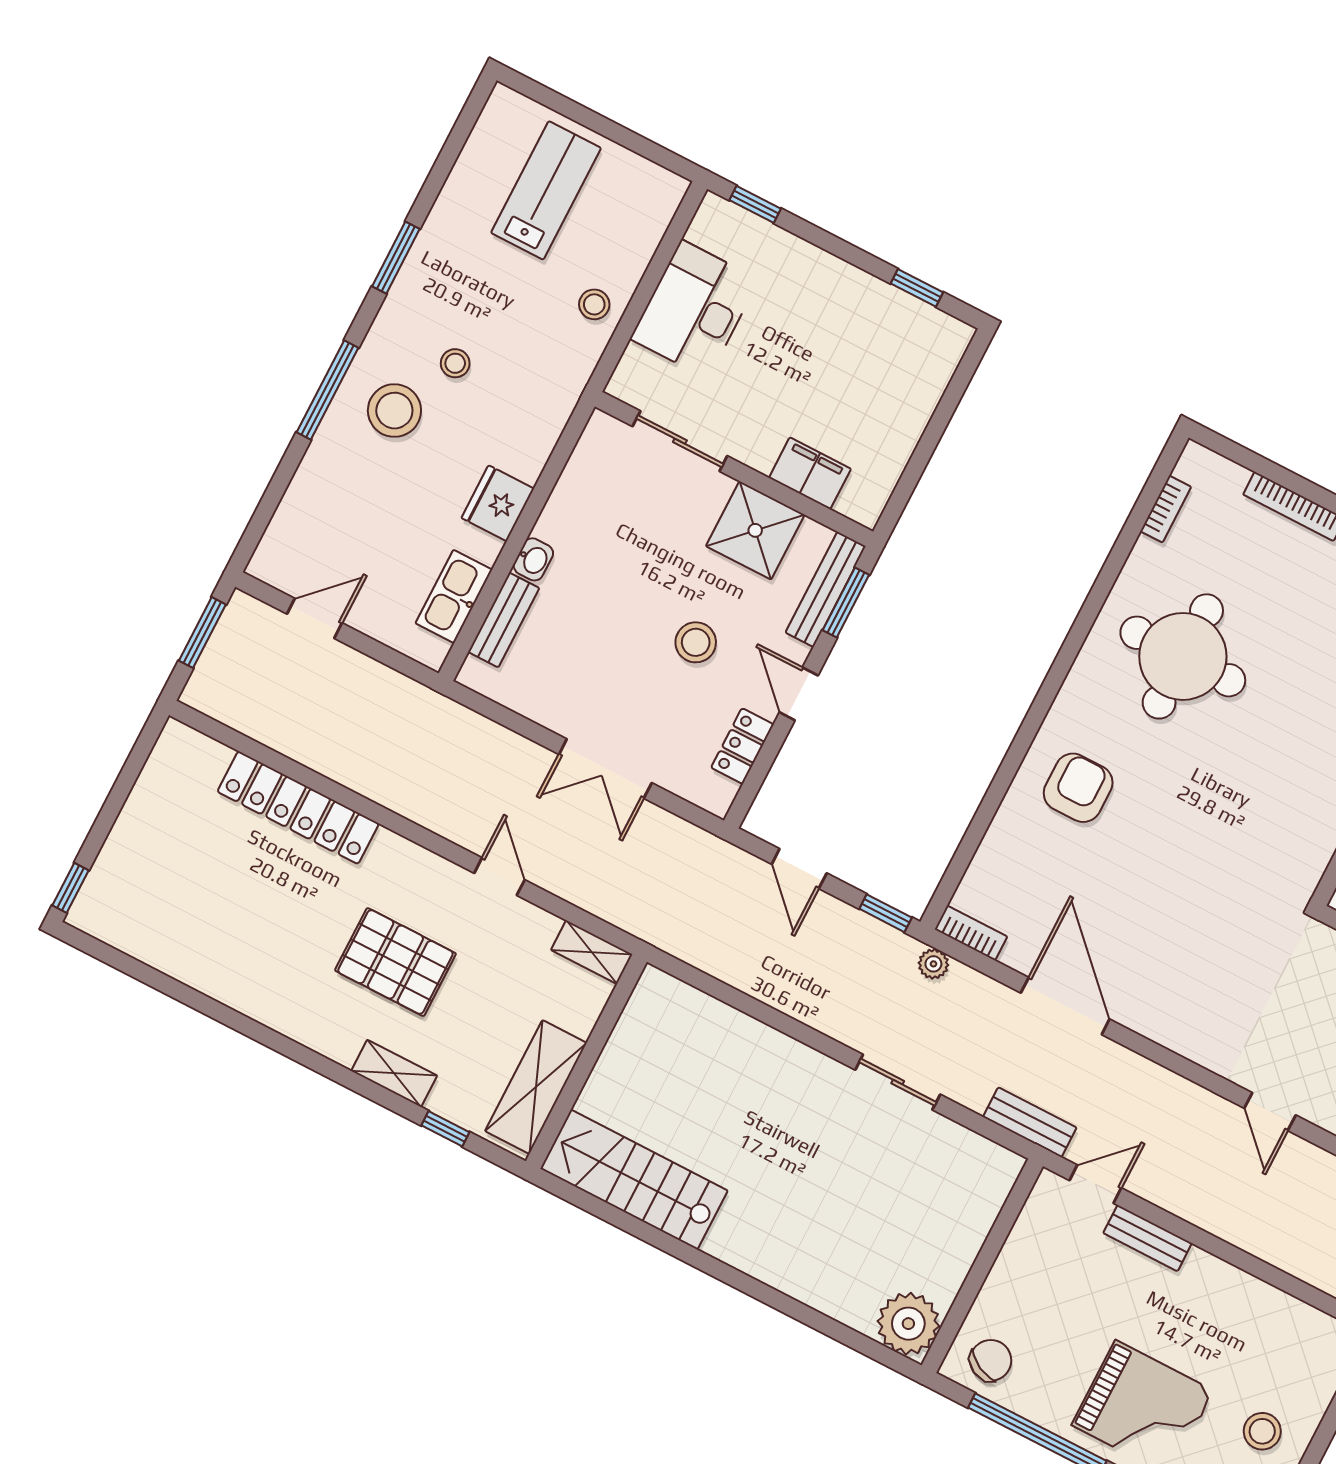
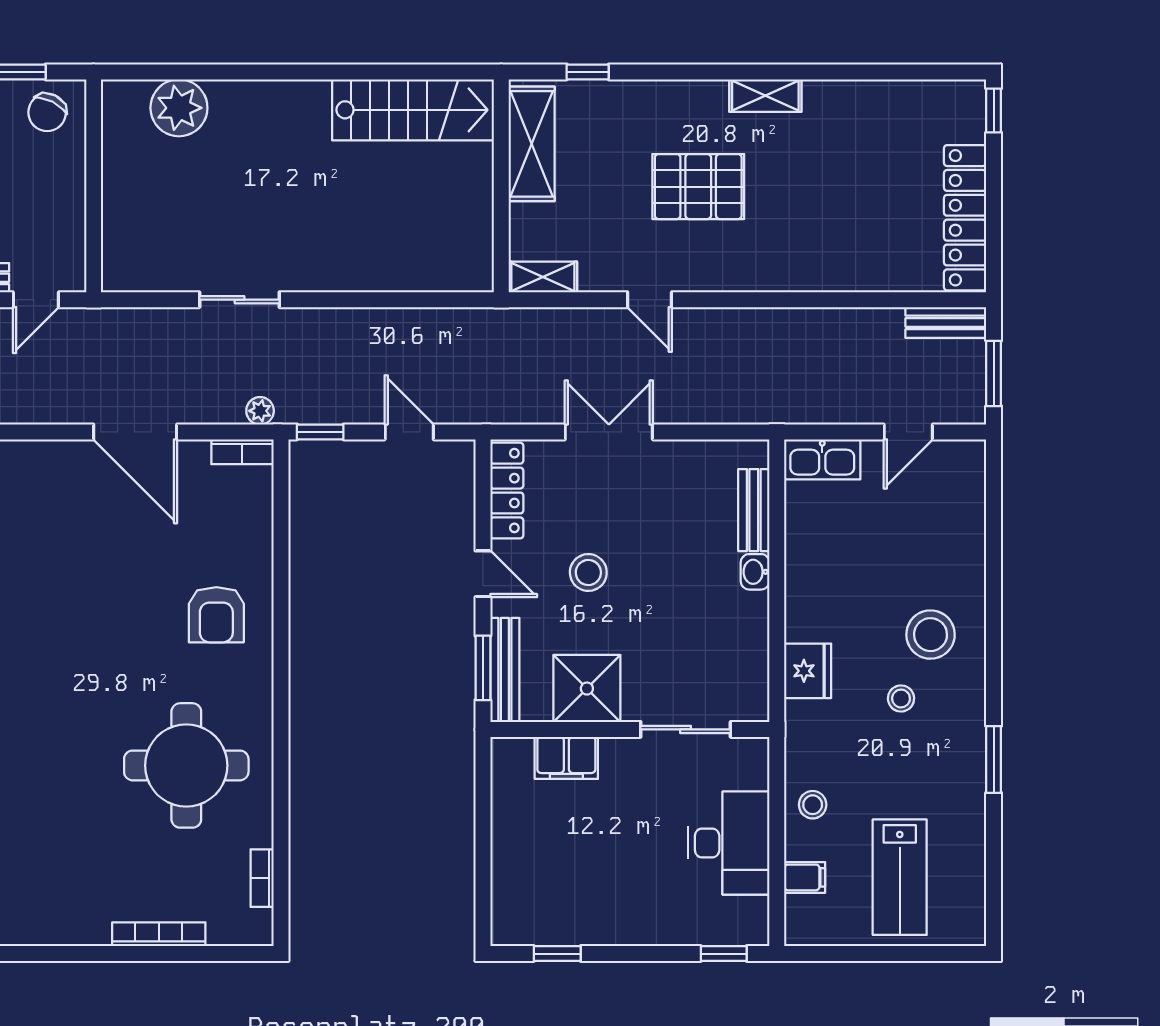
filing cabinet: (638, 238) -> (805, 877), added
window: (328, 390) -> (994, 623), removed
fridge: (498, 503) -> (808, 671), moved
kitchen sink: (454, 596) -> (822, 459), moved, turned 90
locker: (742, 746) -> (507, 491), width x1.53
locker: (298, 808) -> (965, 218), moved, turned -90
shelving: (394, 1073) -> (765, 96), moved
bench: (1030, 1122) -> (946, 322), moved
plant: (908, 1324) -> (179, 108), moved

